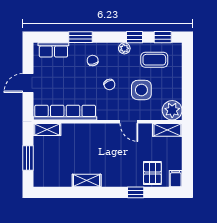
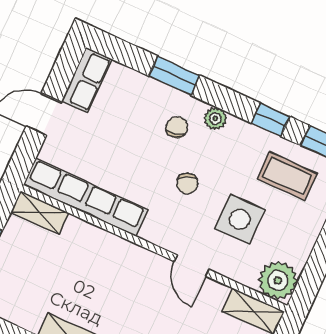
plant: (124, 48) -> (215, 118), moved
row of seats: (53, 50) -> (87, 80), moved, turned -90

